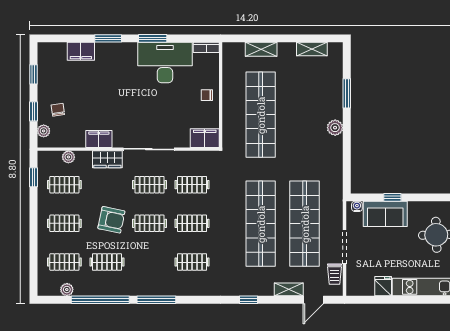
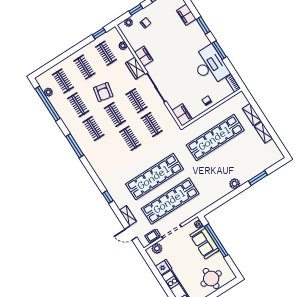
shelving: (312, 49) -> (263, 132), moved
window: (392, 197) -> (216, 241), width x3.17
clothes rail: (192, 262) -> (93, 128), moved
plant: (354, 279) -> (157, 248), added
window: (100, 300) -> (48, 104), moved

